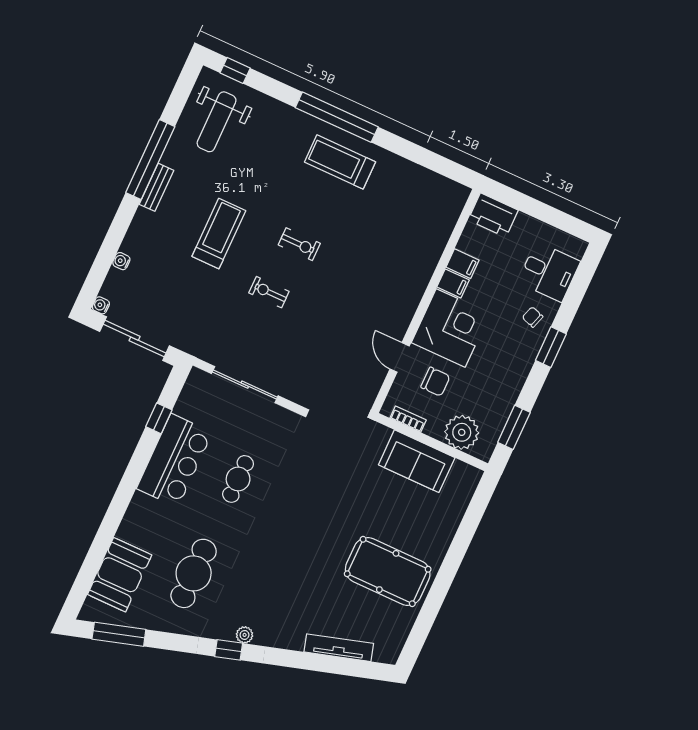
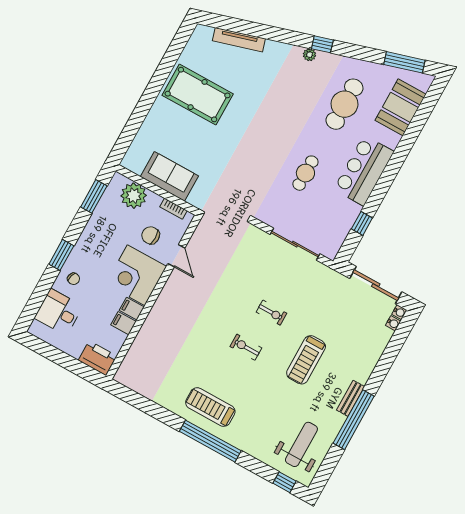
treadmill: (340, 162) -> (210, 407), turned 180
water cooler: (121, 261) -> (393, 323), moved
bar counter: (174, 460) -> (364, 170), moved

